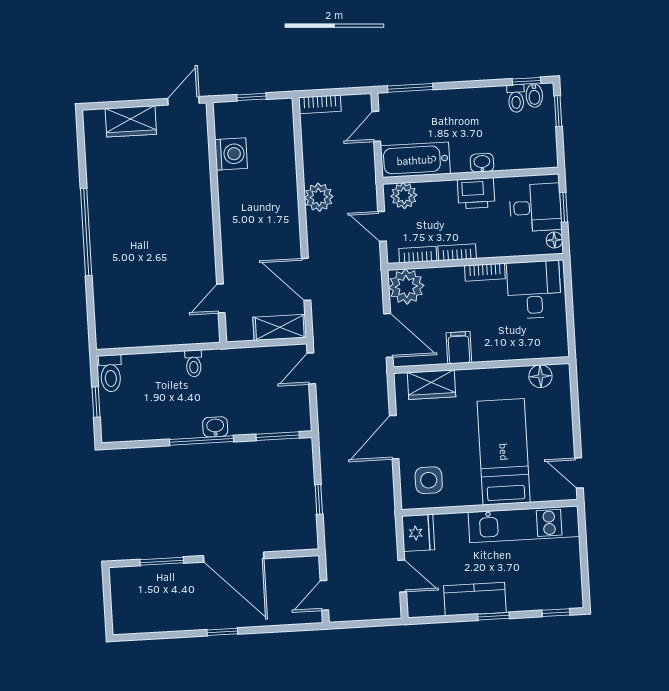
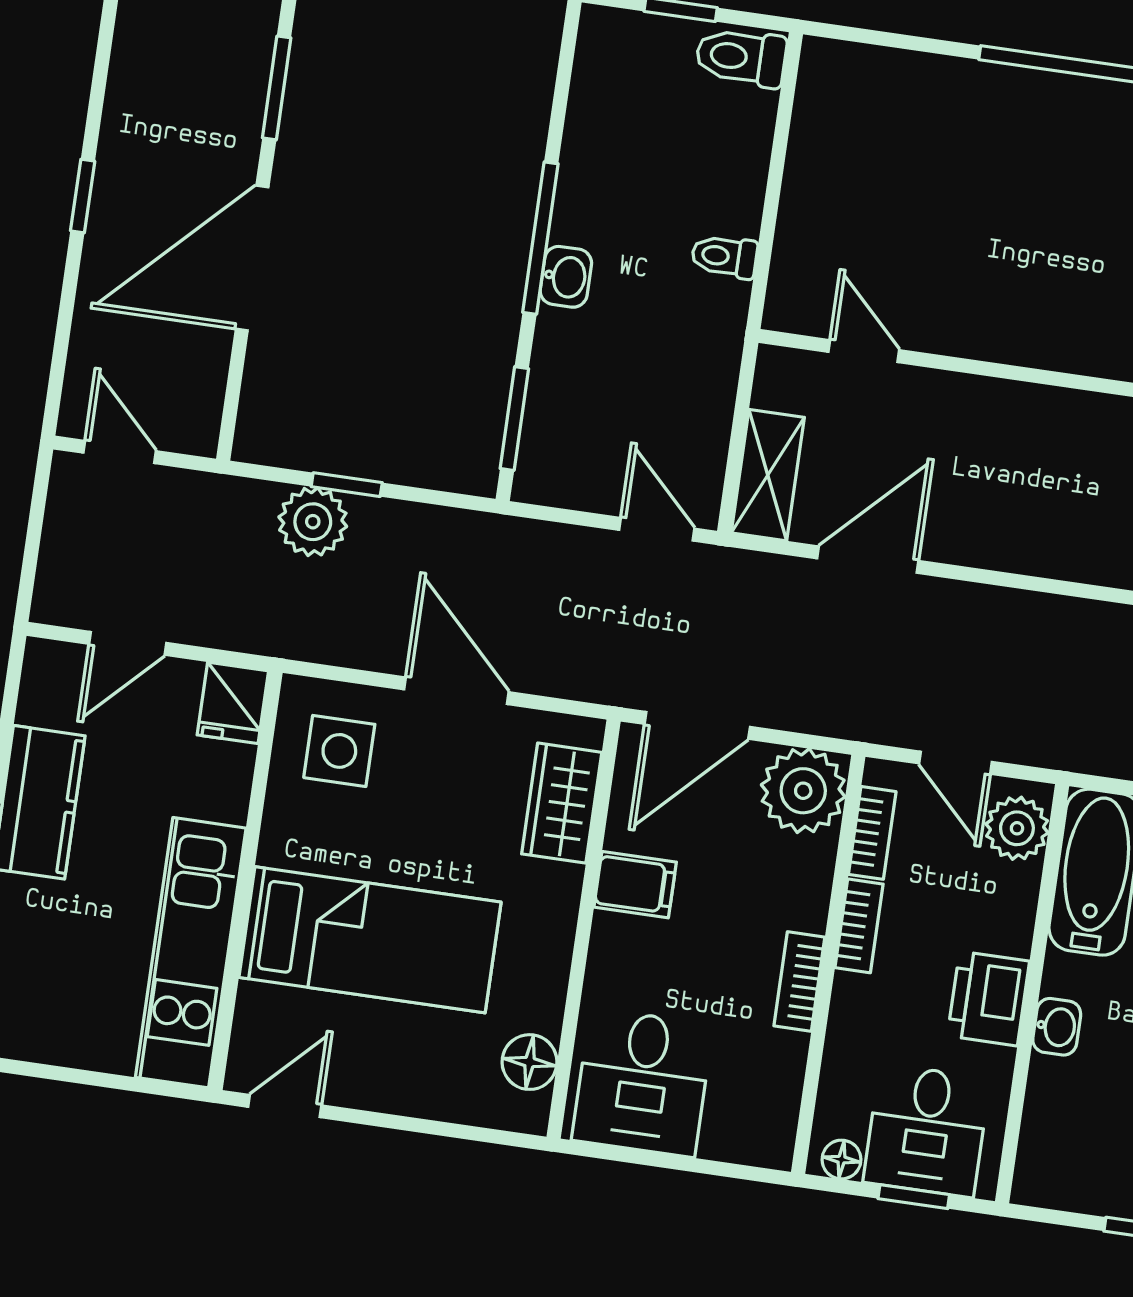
plant: (319, 197) -> (313, 522), moved
door: (382, 226) -> (955, 763), swing flipped
desk: (534, 290) -> (642, 1083), moved, turned 90
fridge: (418, 533) -> (233, 703), width x0.72

